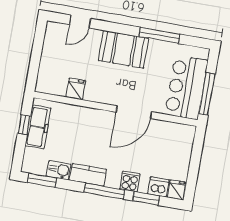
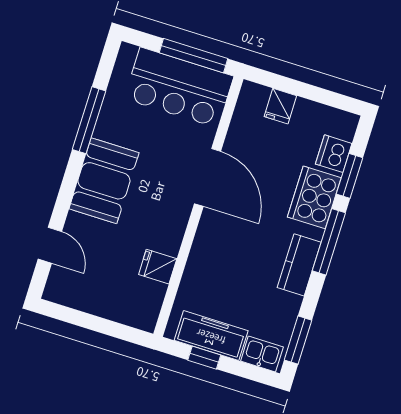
kitchen sink: (59, 170) -> (262, 354), moved, turned 90
cooker: (130, 182) -> (314, 197), width x1.87, depth x1.31
fridge: (177, 190) -> (280, 106), moved, turned -90

